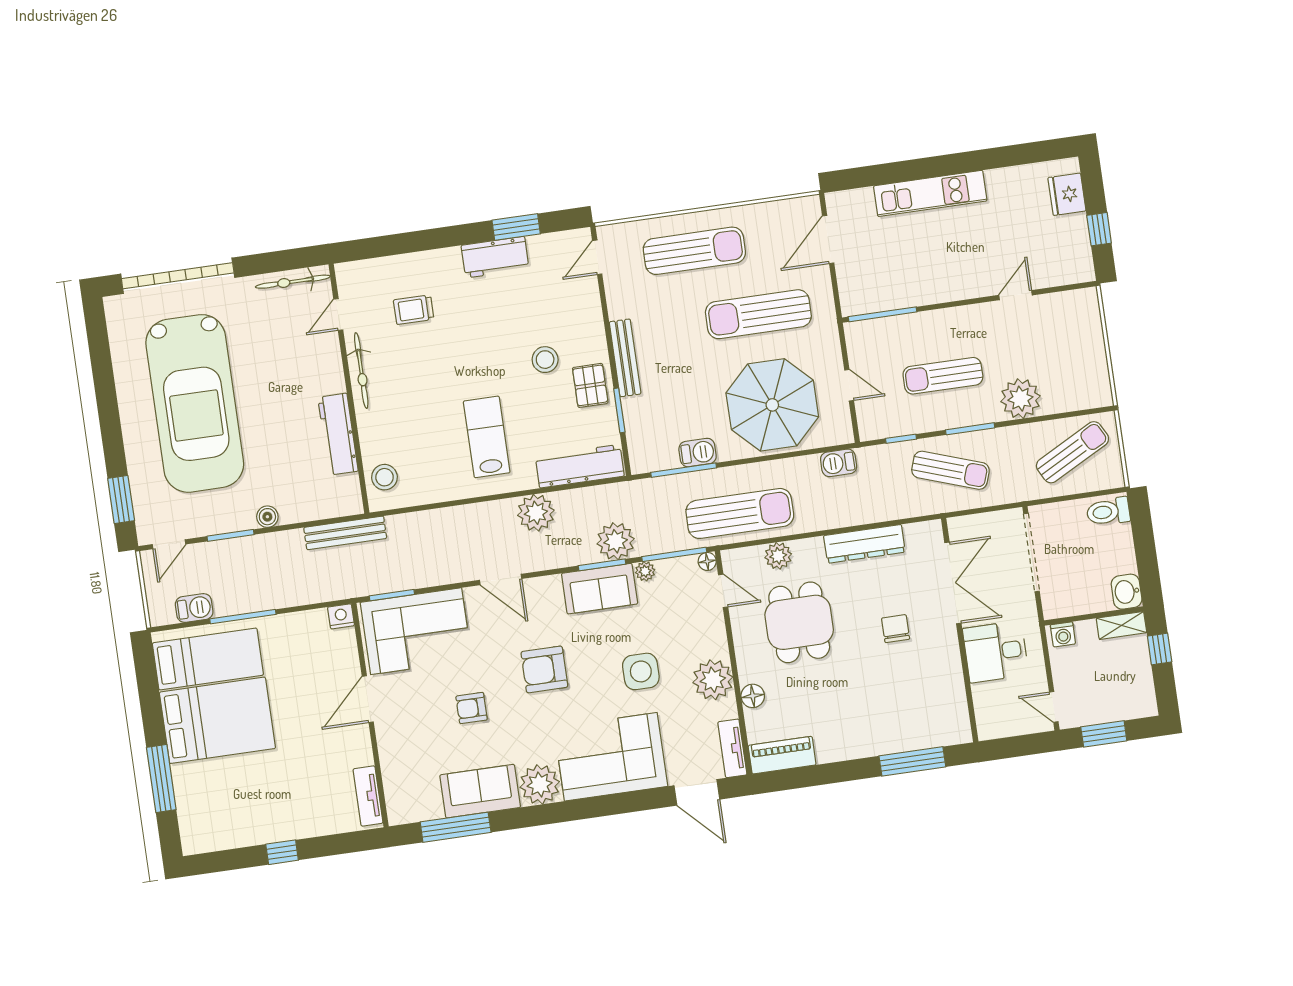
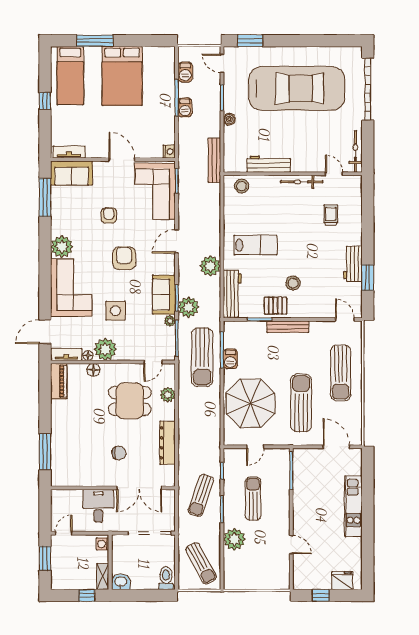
car: (195, 403) -> (297, 88), turned 180
barbecue: (839, 463) -> (185, 107), moved, turned 180
sun lounger: (740, 513) -> (202, 357), moved
floor lamp: (707, 561) -> (88, 356), moved
bed: (208, 659) -> (70, 76), moved
sofa: (480, 791) -> (72, 173), moved, turned 90

